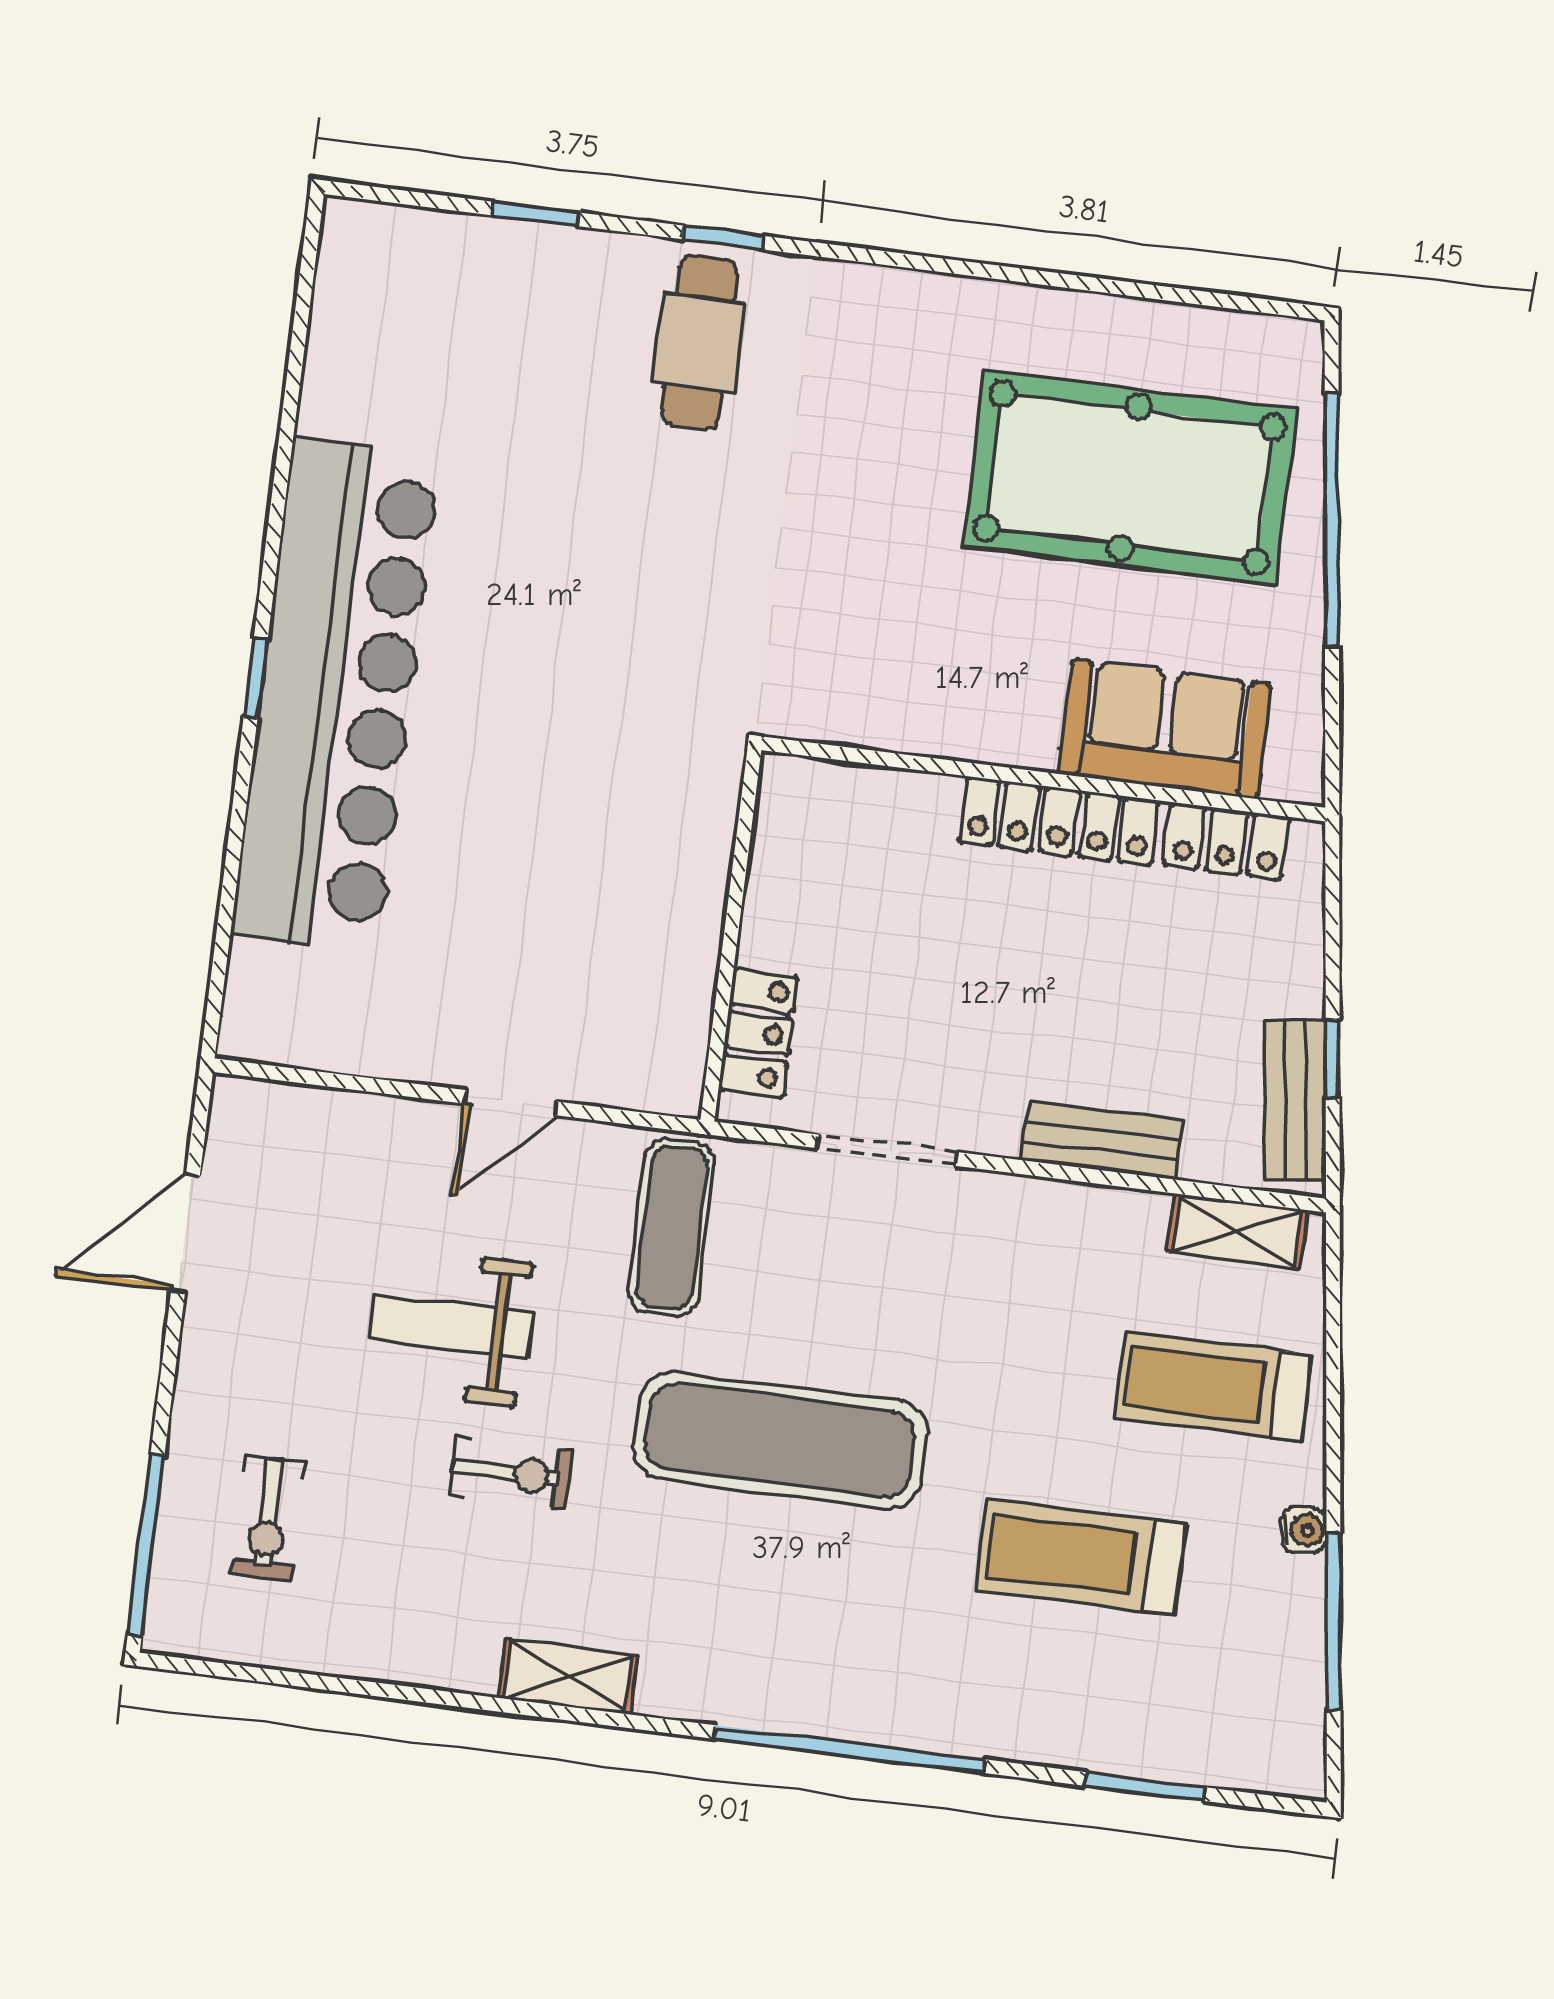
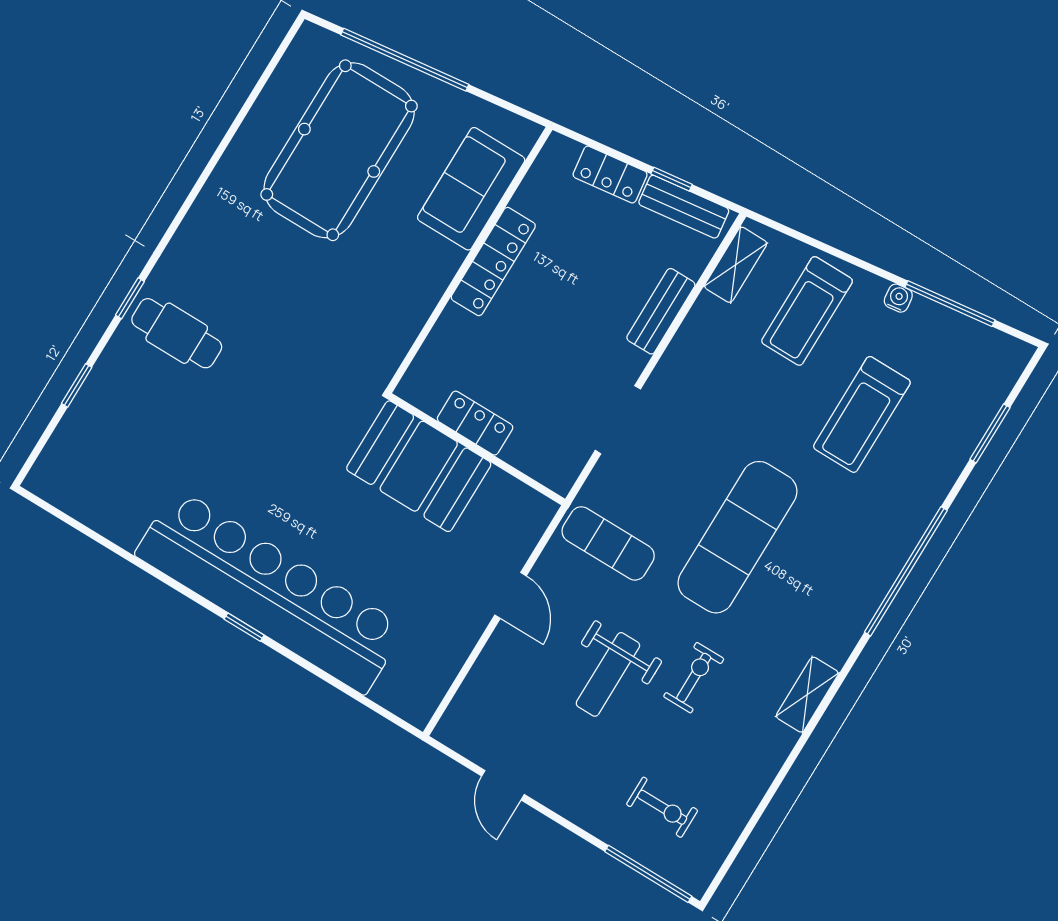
locker: (1227, 841) -> (610, 175), moved, turned 83
booth: (658, 850) -> (419, 466), added
locker: (758, 1033) -> (475, 423), moved
door: (186, 1233) -> (503, 785), width x0.73

